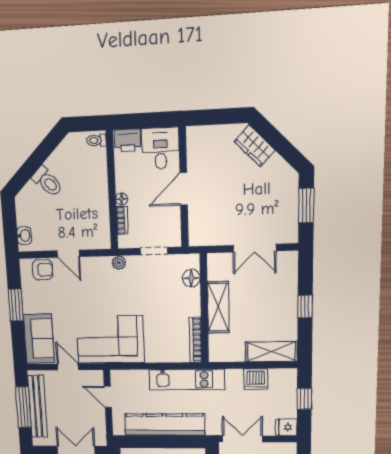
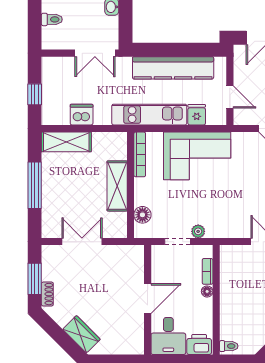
shoe rack: (292, 189) -> (47, 294), added
plant: (119, 263) -> (198, 231), moved
window: (305, 306) -> (35, 185), width x2.17
corner sofa: (110, 340) -> (197, 156), moved
fridge: (286, 427) -> (197, 115), moved, turned -90

